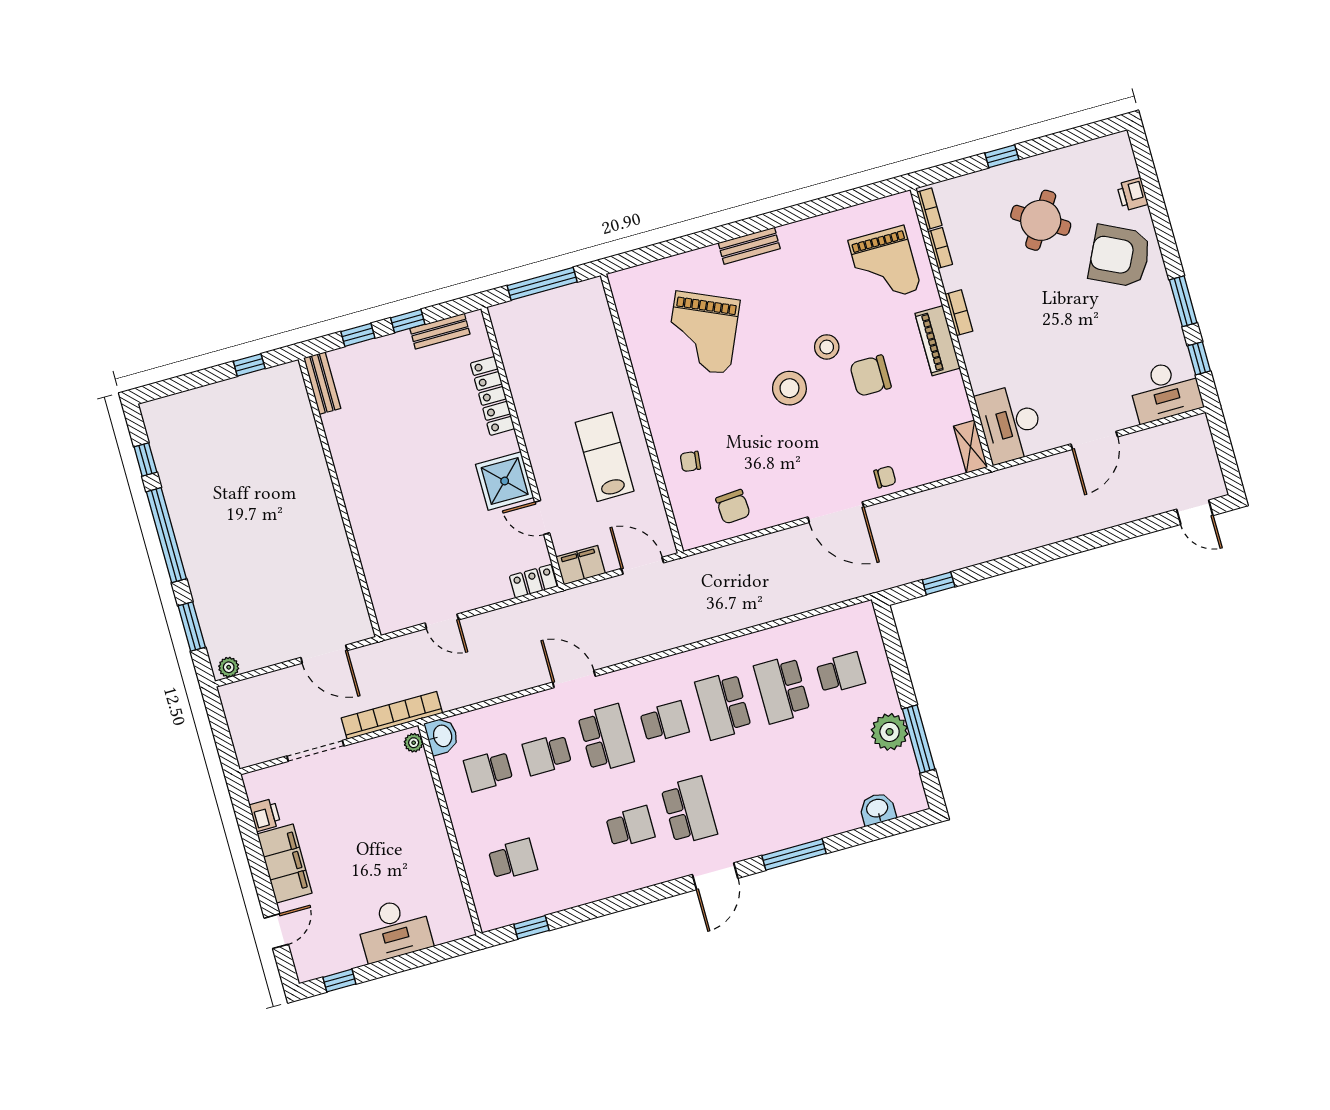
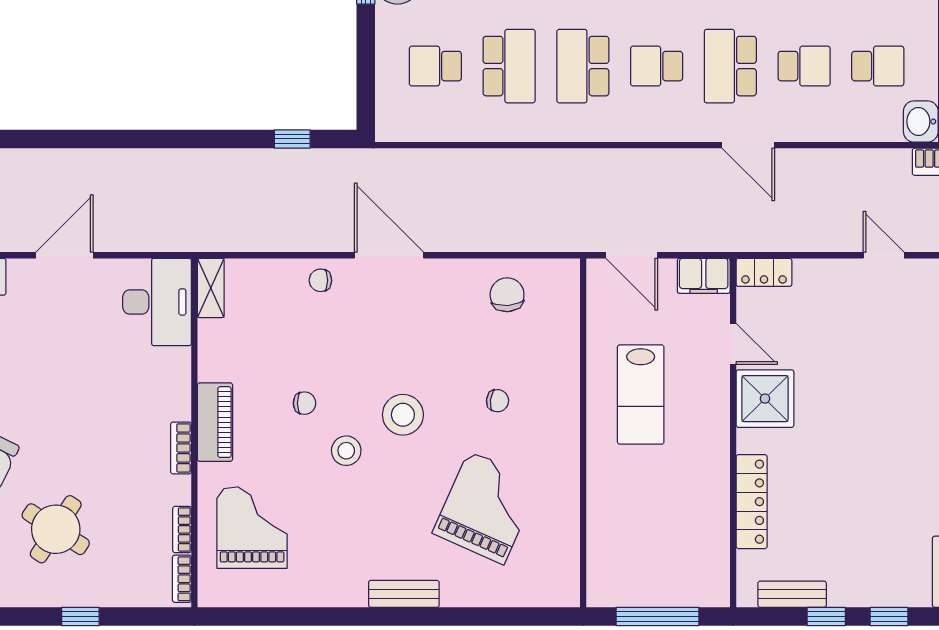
chair: (870, 376) -> (304, 403), width x0.54, depth x0.54
chair: (690, 461) -> (498, 401), moved
school desk: (723, 706) -> (583, 66), turned 180

